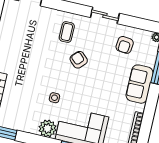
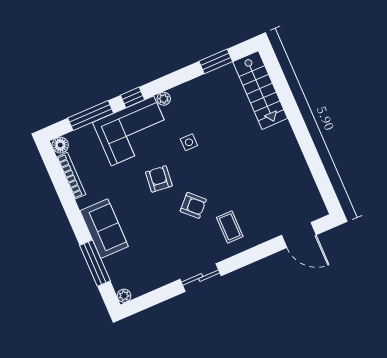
armchair: (125, 45) -> (159, 179), moved
plant: (47, 128) -> (164, 99), width x0.53, depth x0.53

